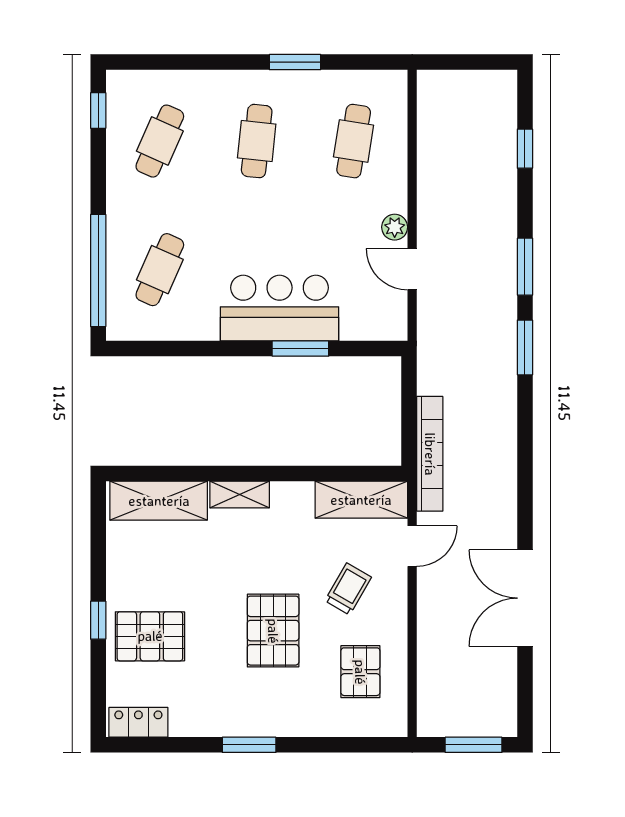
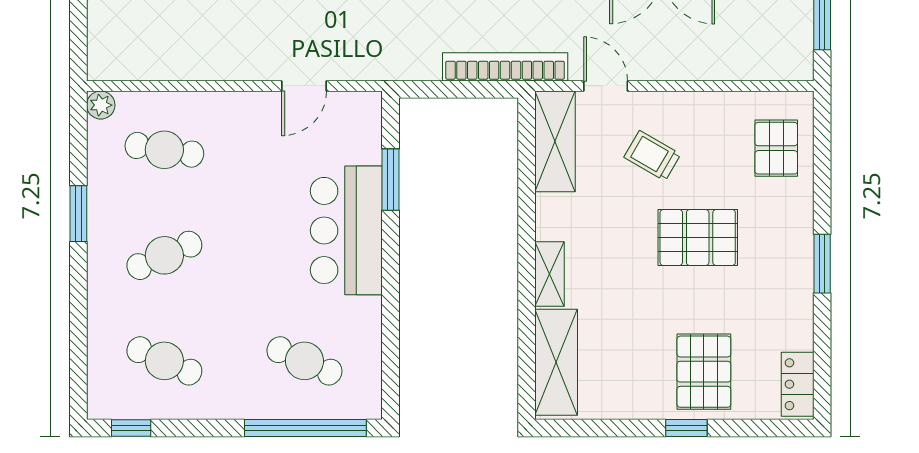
cafe table: (257, 141) -> (164, 255), turned -30
plant: (395, 227) -> (101, 105), moved
window: (300, 349) -> (390, 180), moved
pallet: (360, 672) -> (776, 148), moved, turned 90

